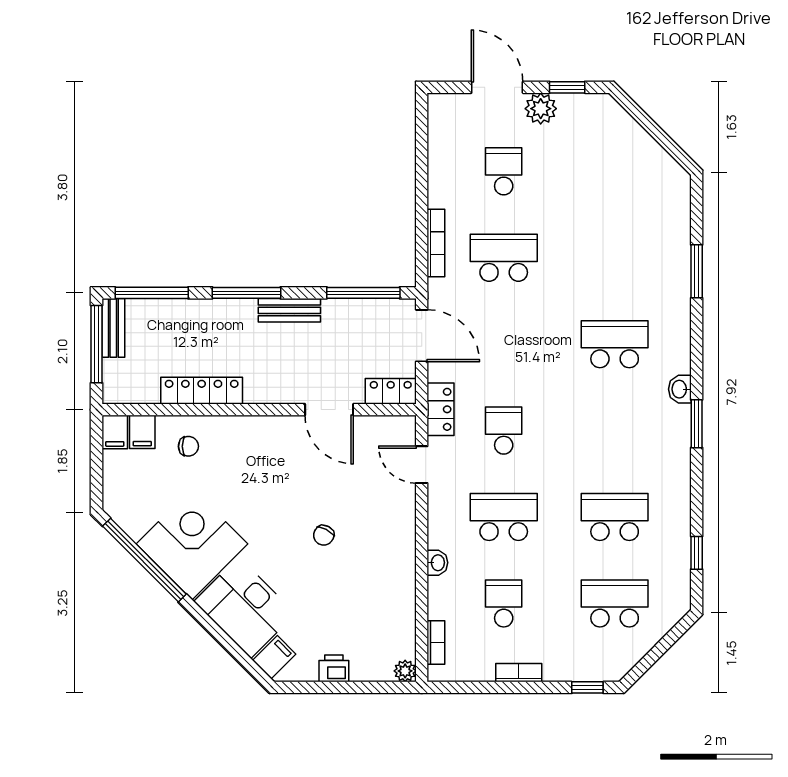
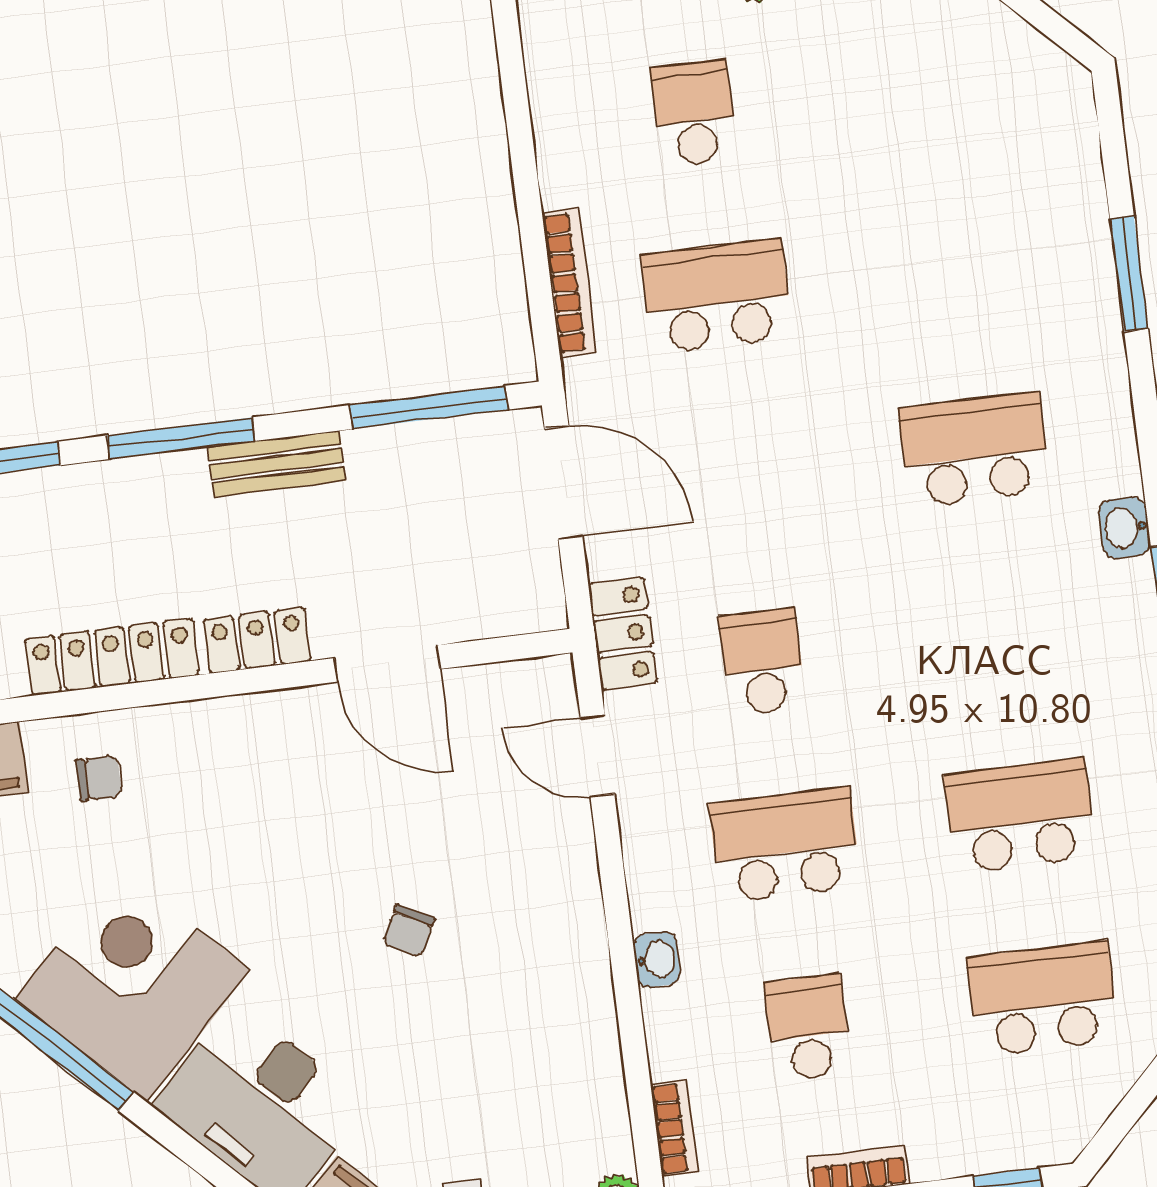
locker: (391, 391) -> (257, 640), moved

